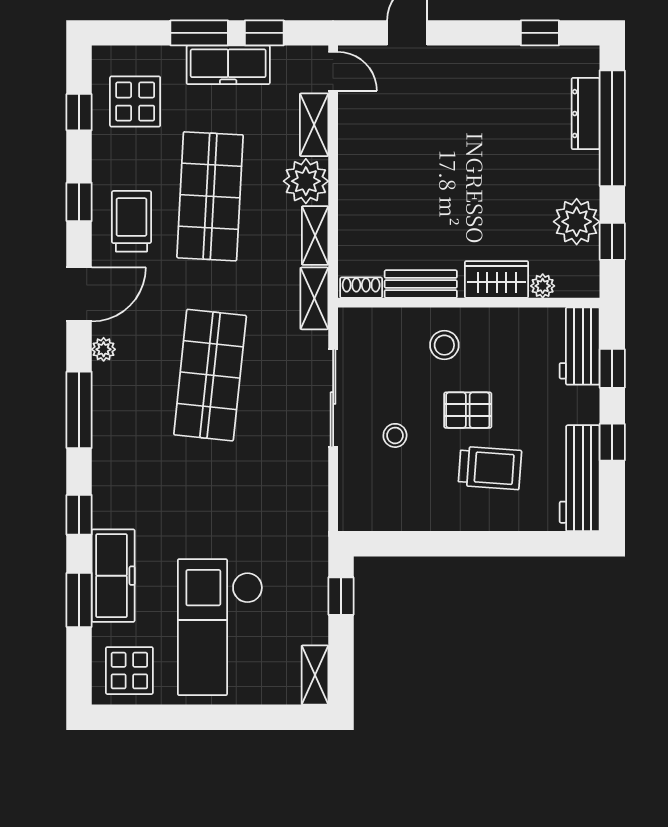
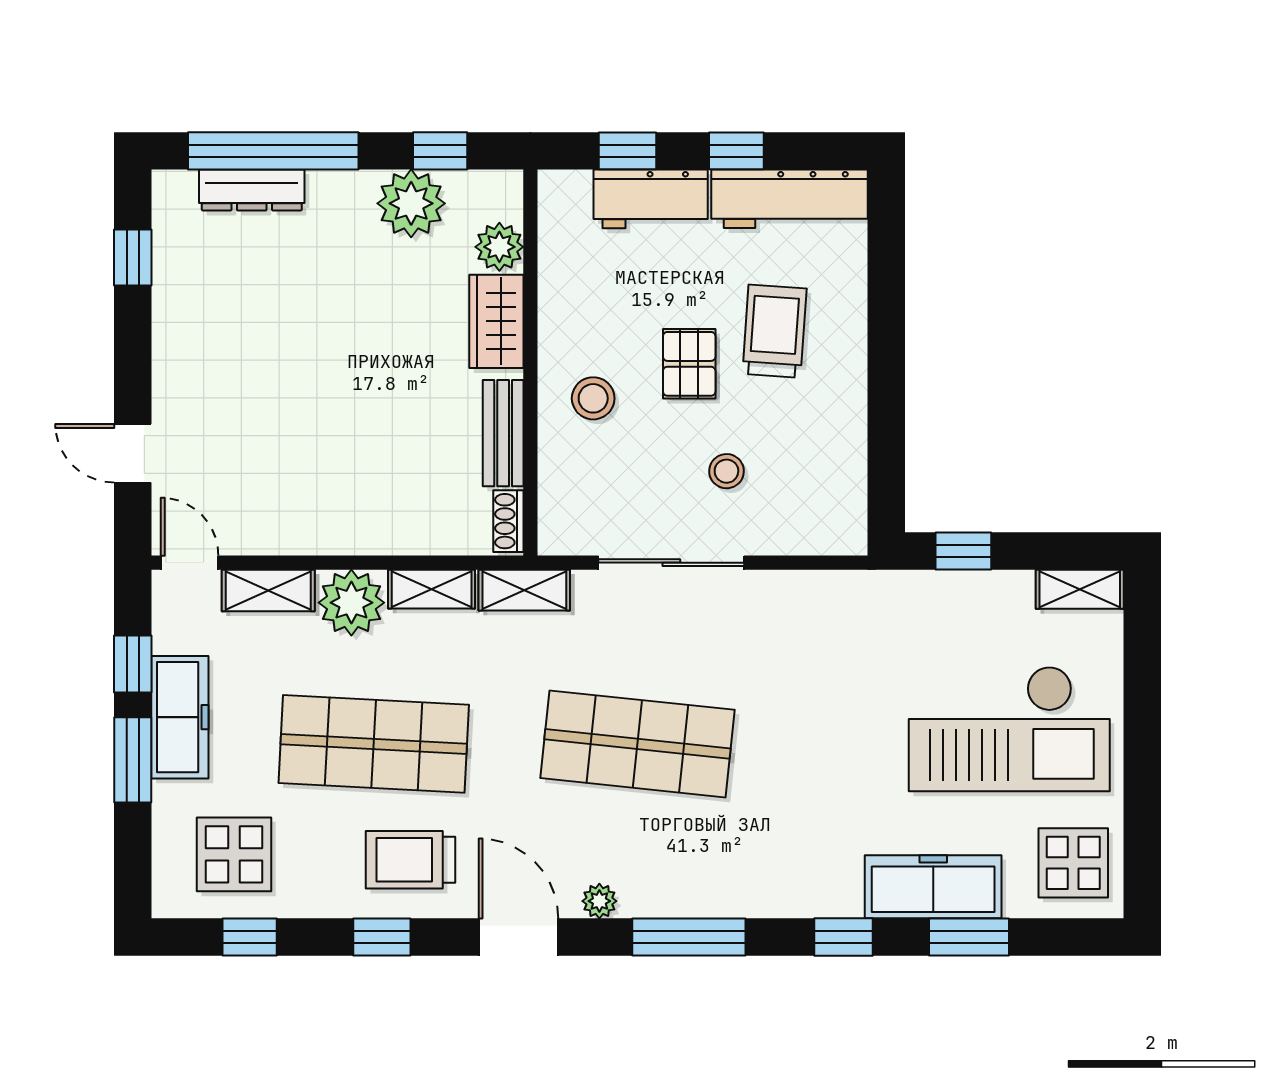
door: (333, 71) -> (190, 563), hinge flipped
plant: (543, 286) -> (499, 247), width x1.38, depth x1.38
workbench: (580, 346) -> (651, 199), moved

